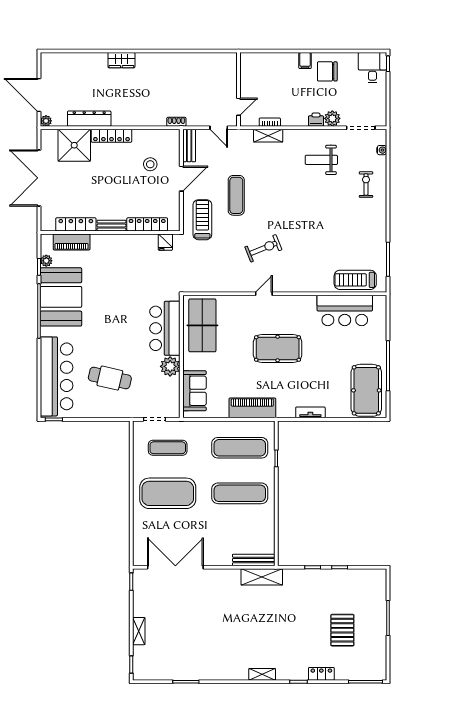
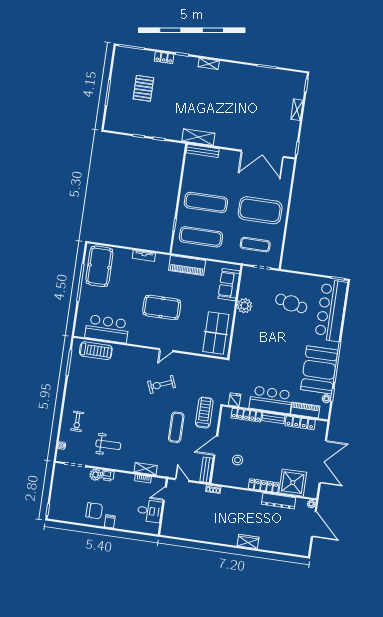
desk: (372, 68) -> (150, 511), moved, turned -90
treadmill: (202, 220) -> (204, 413), turned 180
bar counter: (165, 328) -> (271, 400), moved, turned -90

